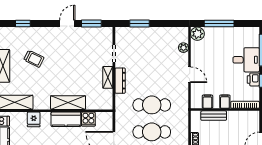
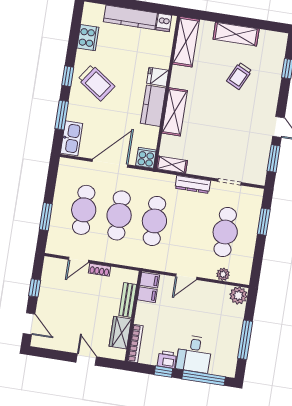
window: (219, 24) -> (245, 340), moved
cafe table: (152, 51) -> (225, 232), added
shelving: (108, 77) -> (172, 165), moved
filing cabinet: (225, 102) -> (150, 280), moved
wardrobe: (239, 117) -> (120, 333), added
fridge: (34, 119) -> (158, 77), moved
cooker: (88, 119) -> (146, 158), moved, turned 90

